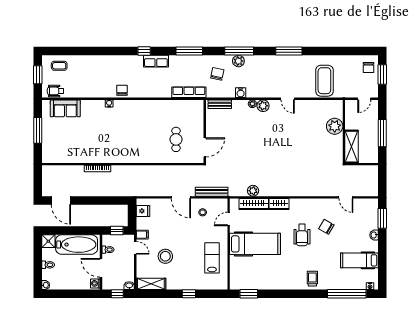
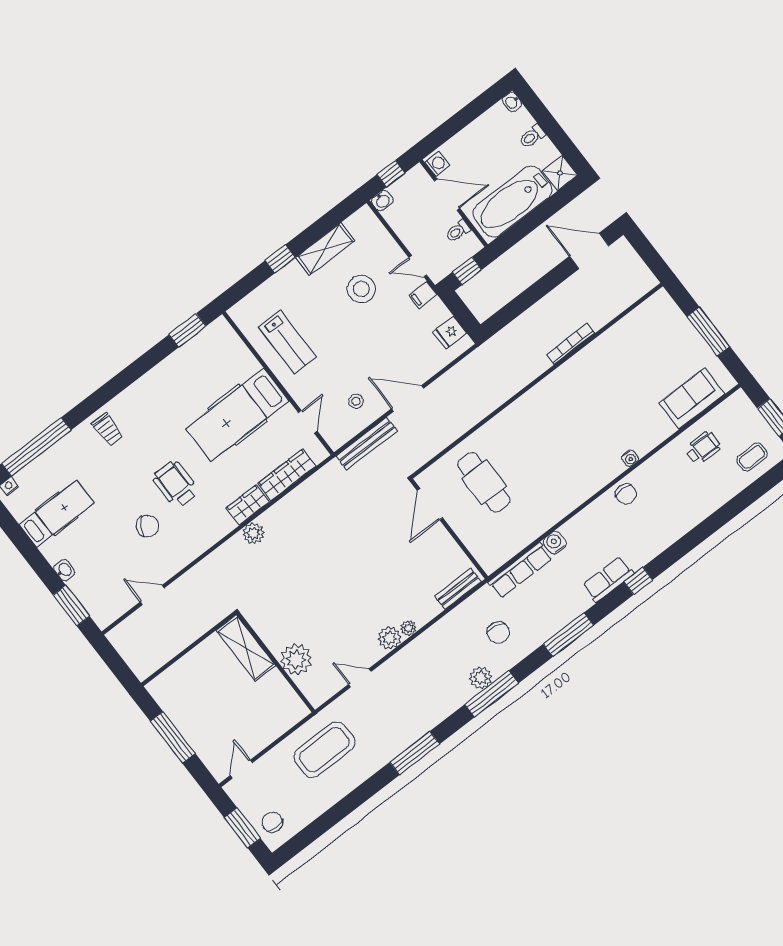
coffee table: (324, 81) -> (324, 750), turned 90
wheelchair: (55, 91) -> (703, 448), moved
water cooler: (241, 93) -> (555, 543), moved
plant: (335, 126) -> (296, 659), moved
wall: (344, 131) -> (276, 662), moved
cafe table: (176, 139) -> (484, 482), width x1.37, depth x1.35
shelving: (351, 147) -> (246, 648), moved
plant: (253, 191) -> (253, 533), moved
shelving: (151, 284) -> (325, 249), moved

